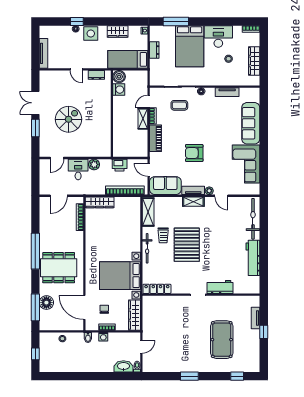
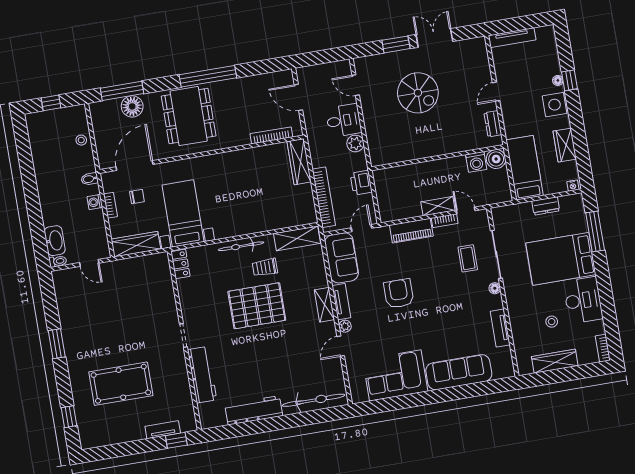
bed with nightstands: (120, 276) -> (183, 213), width x0.73
workbench: (220, 287) -> (202, 375), width x1.38
locker: (157, 289) -> (180, 264), width x0.66
window: (264, 332) -> (176, 440), moved

